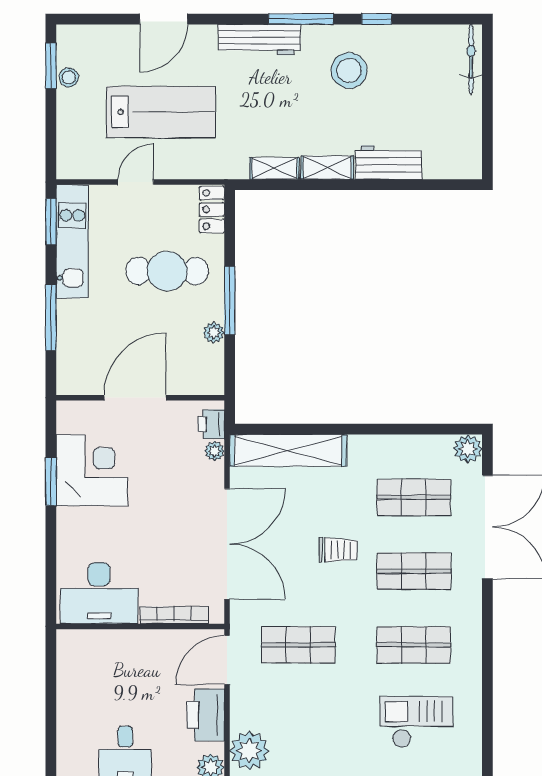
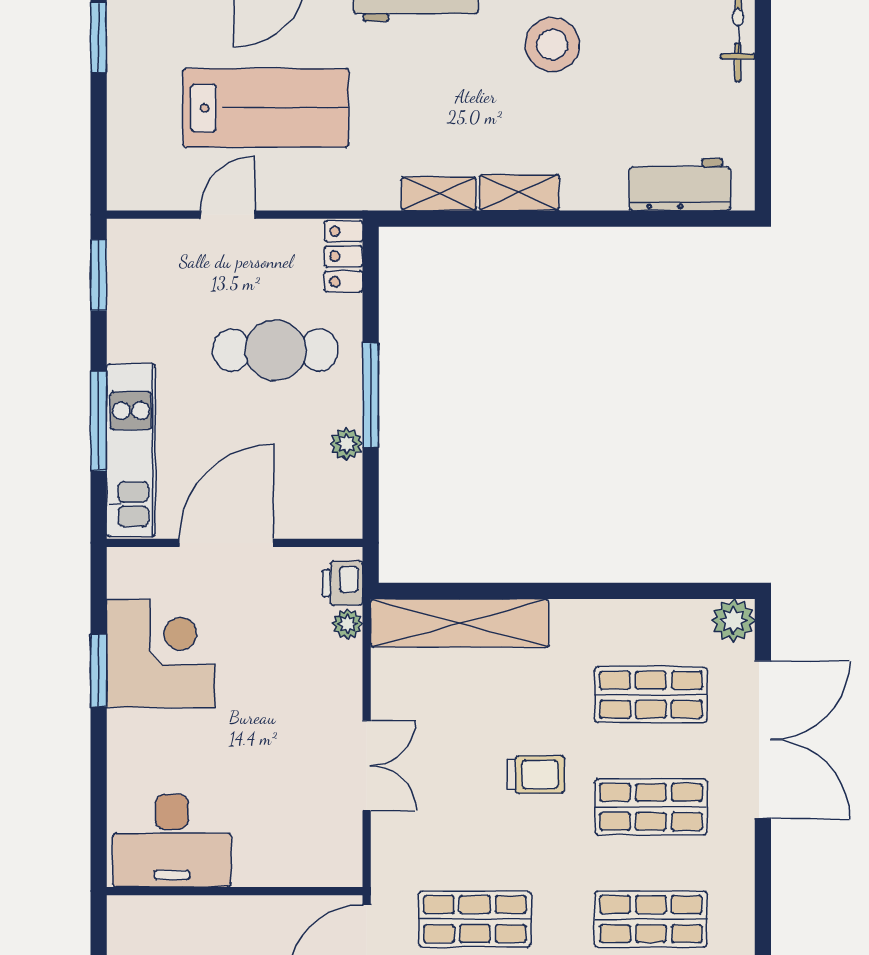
stool: (69, 77) -> (126, 55), removed
workbench: (389, 162) -> (680, 185), moved
kitchen unit: (72, 241) -> (131, 450), moved
double door: (227, 544) -> (367, 766), width x0.54
bookcase: (174, 615) -> (286, 874), removed

